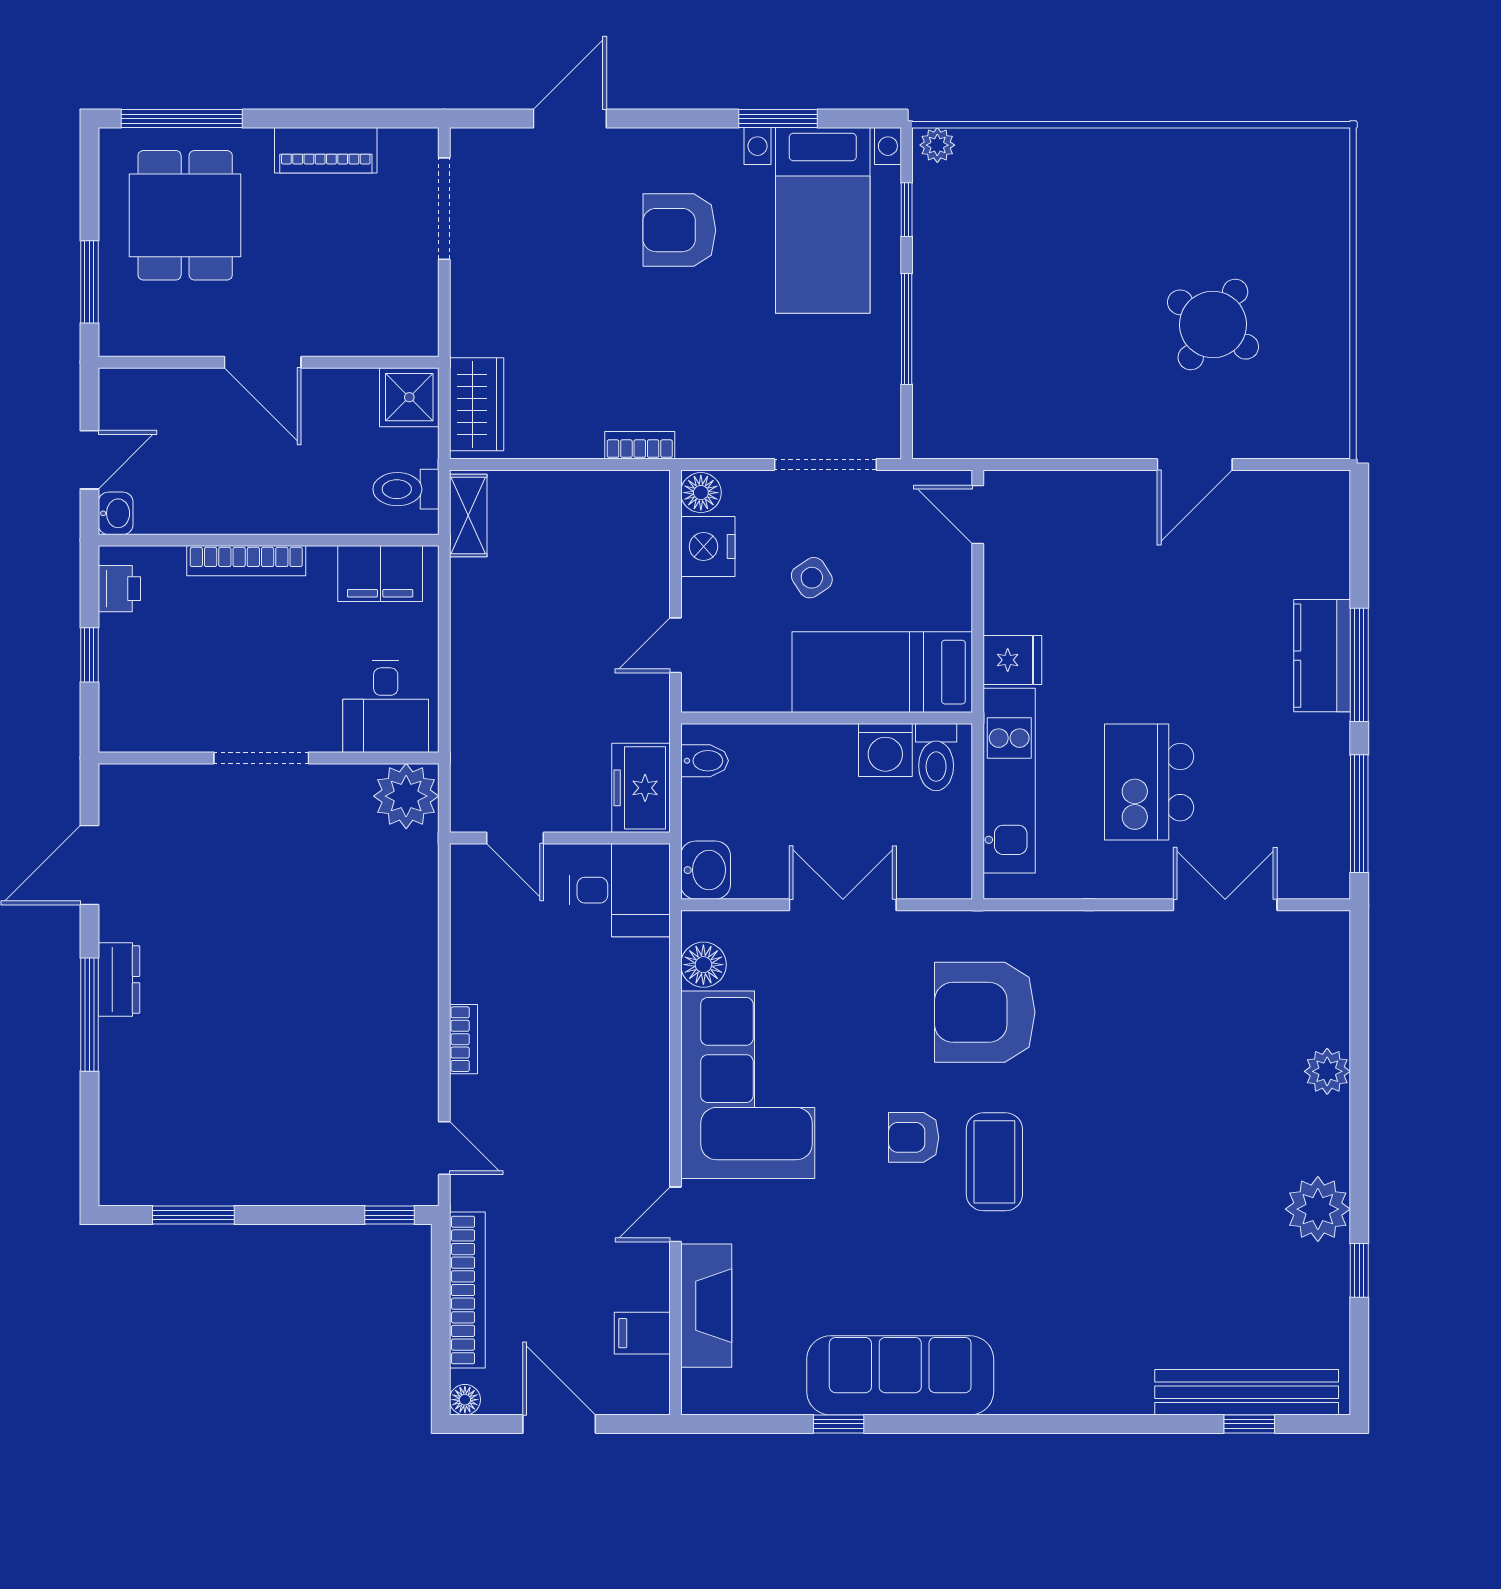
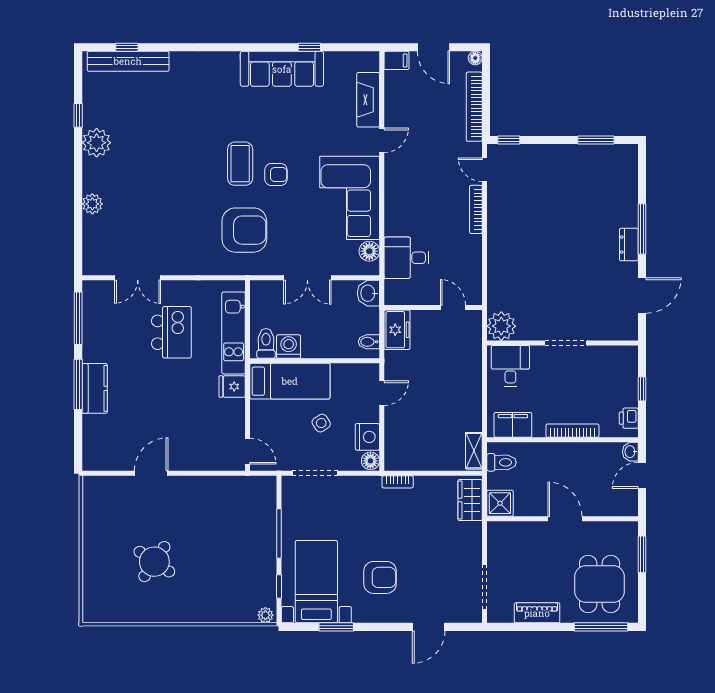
round table: (1213, 325) -> (154, 562), moved
desk: (620, 890) -> (407, 258), moved
bookcase: (463, 1039) -> (476, 209), width x1.56
filing cabinet: (642, 1333) -> (397, 60), moved

